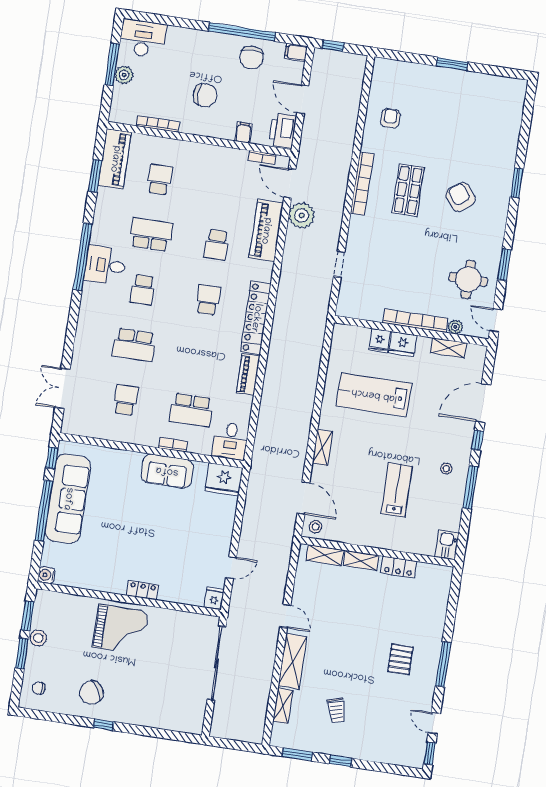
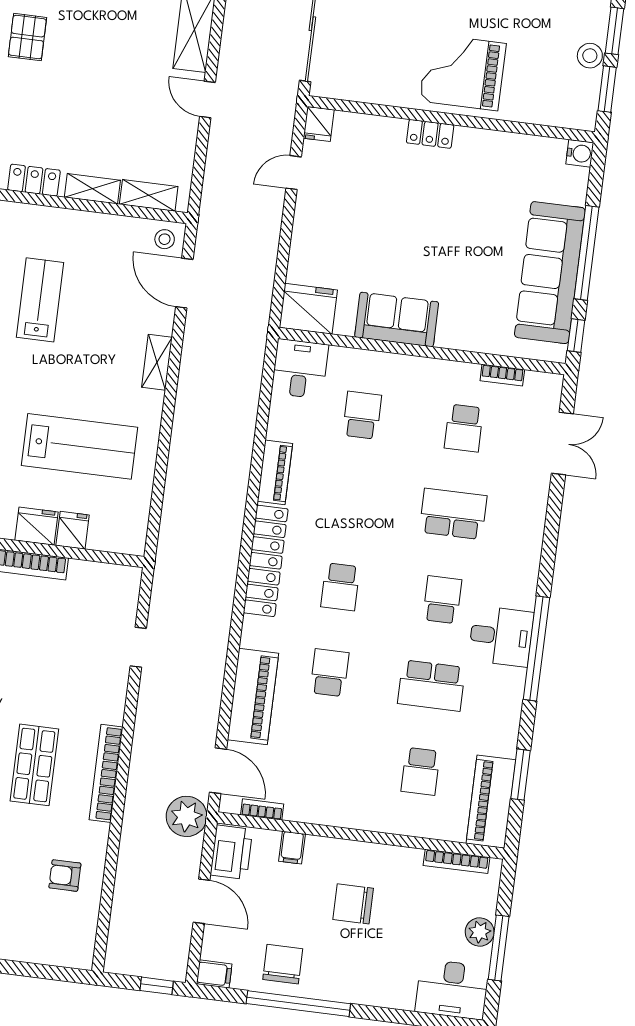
armchair: (390, 118) -> (65, 876), turned 90
bookcase: (158, 124) -> (456, 861), moved
plant: (302, 215) -> (187, 816), moved
school desk: (191, 410) -> (362, 415), width x0.54
bookcase: (173, 445) -> (502, 375), moved
lab bench: (397, 490) -> (40, 300), turned 180

